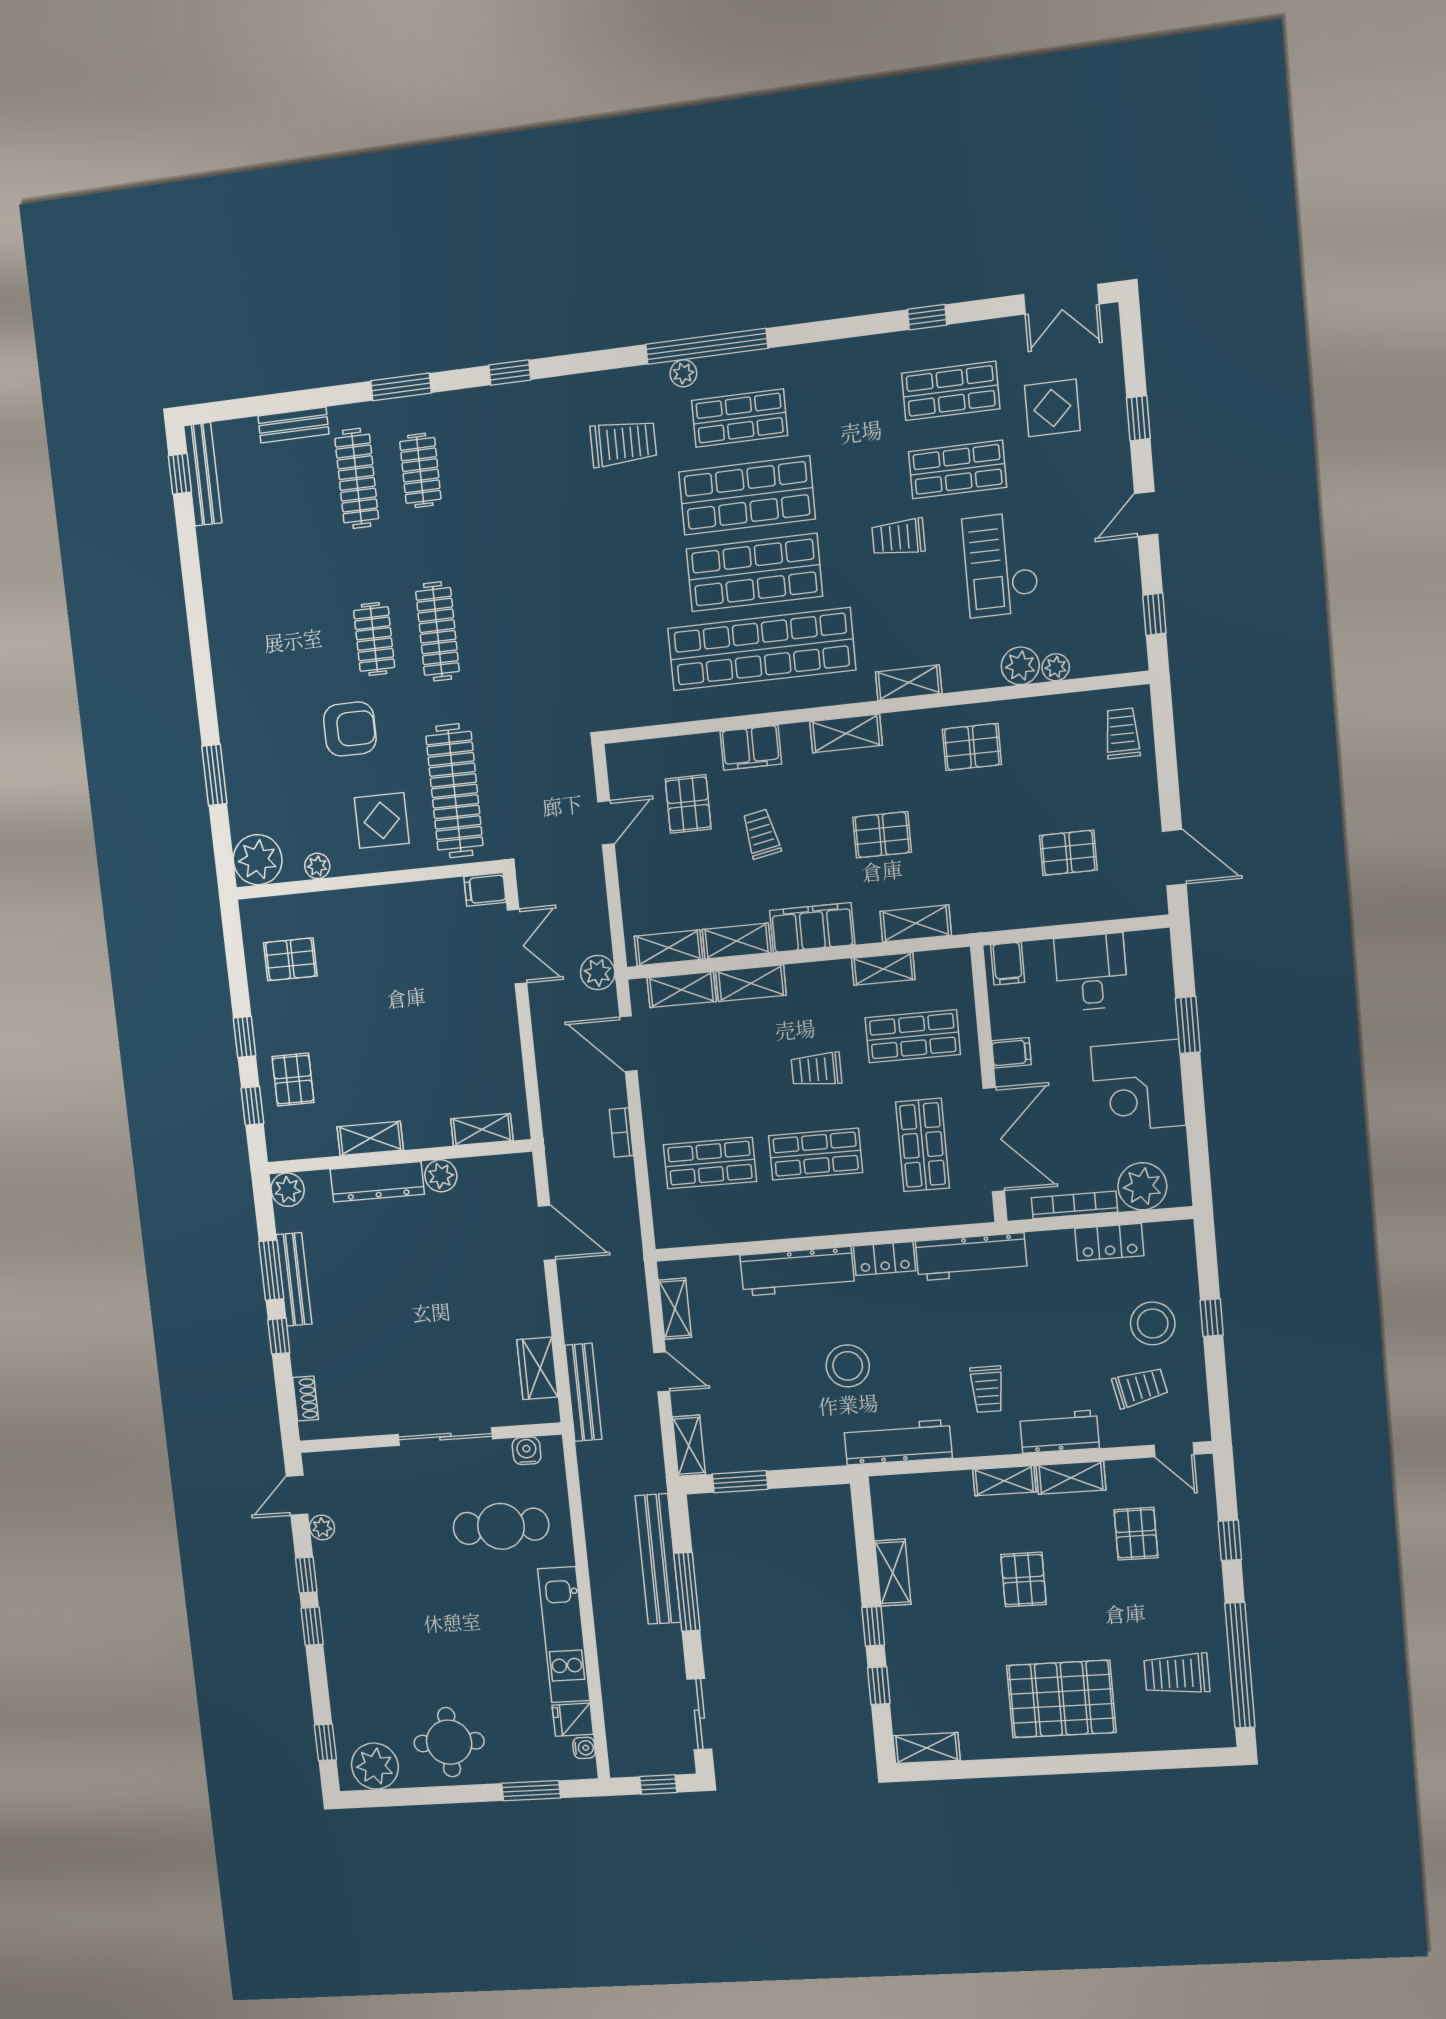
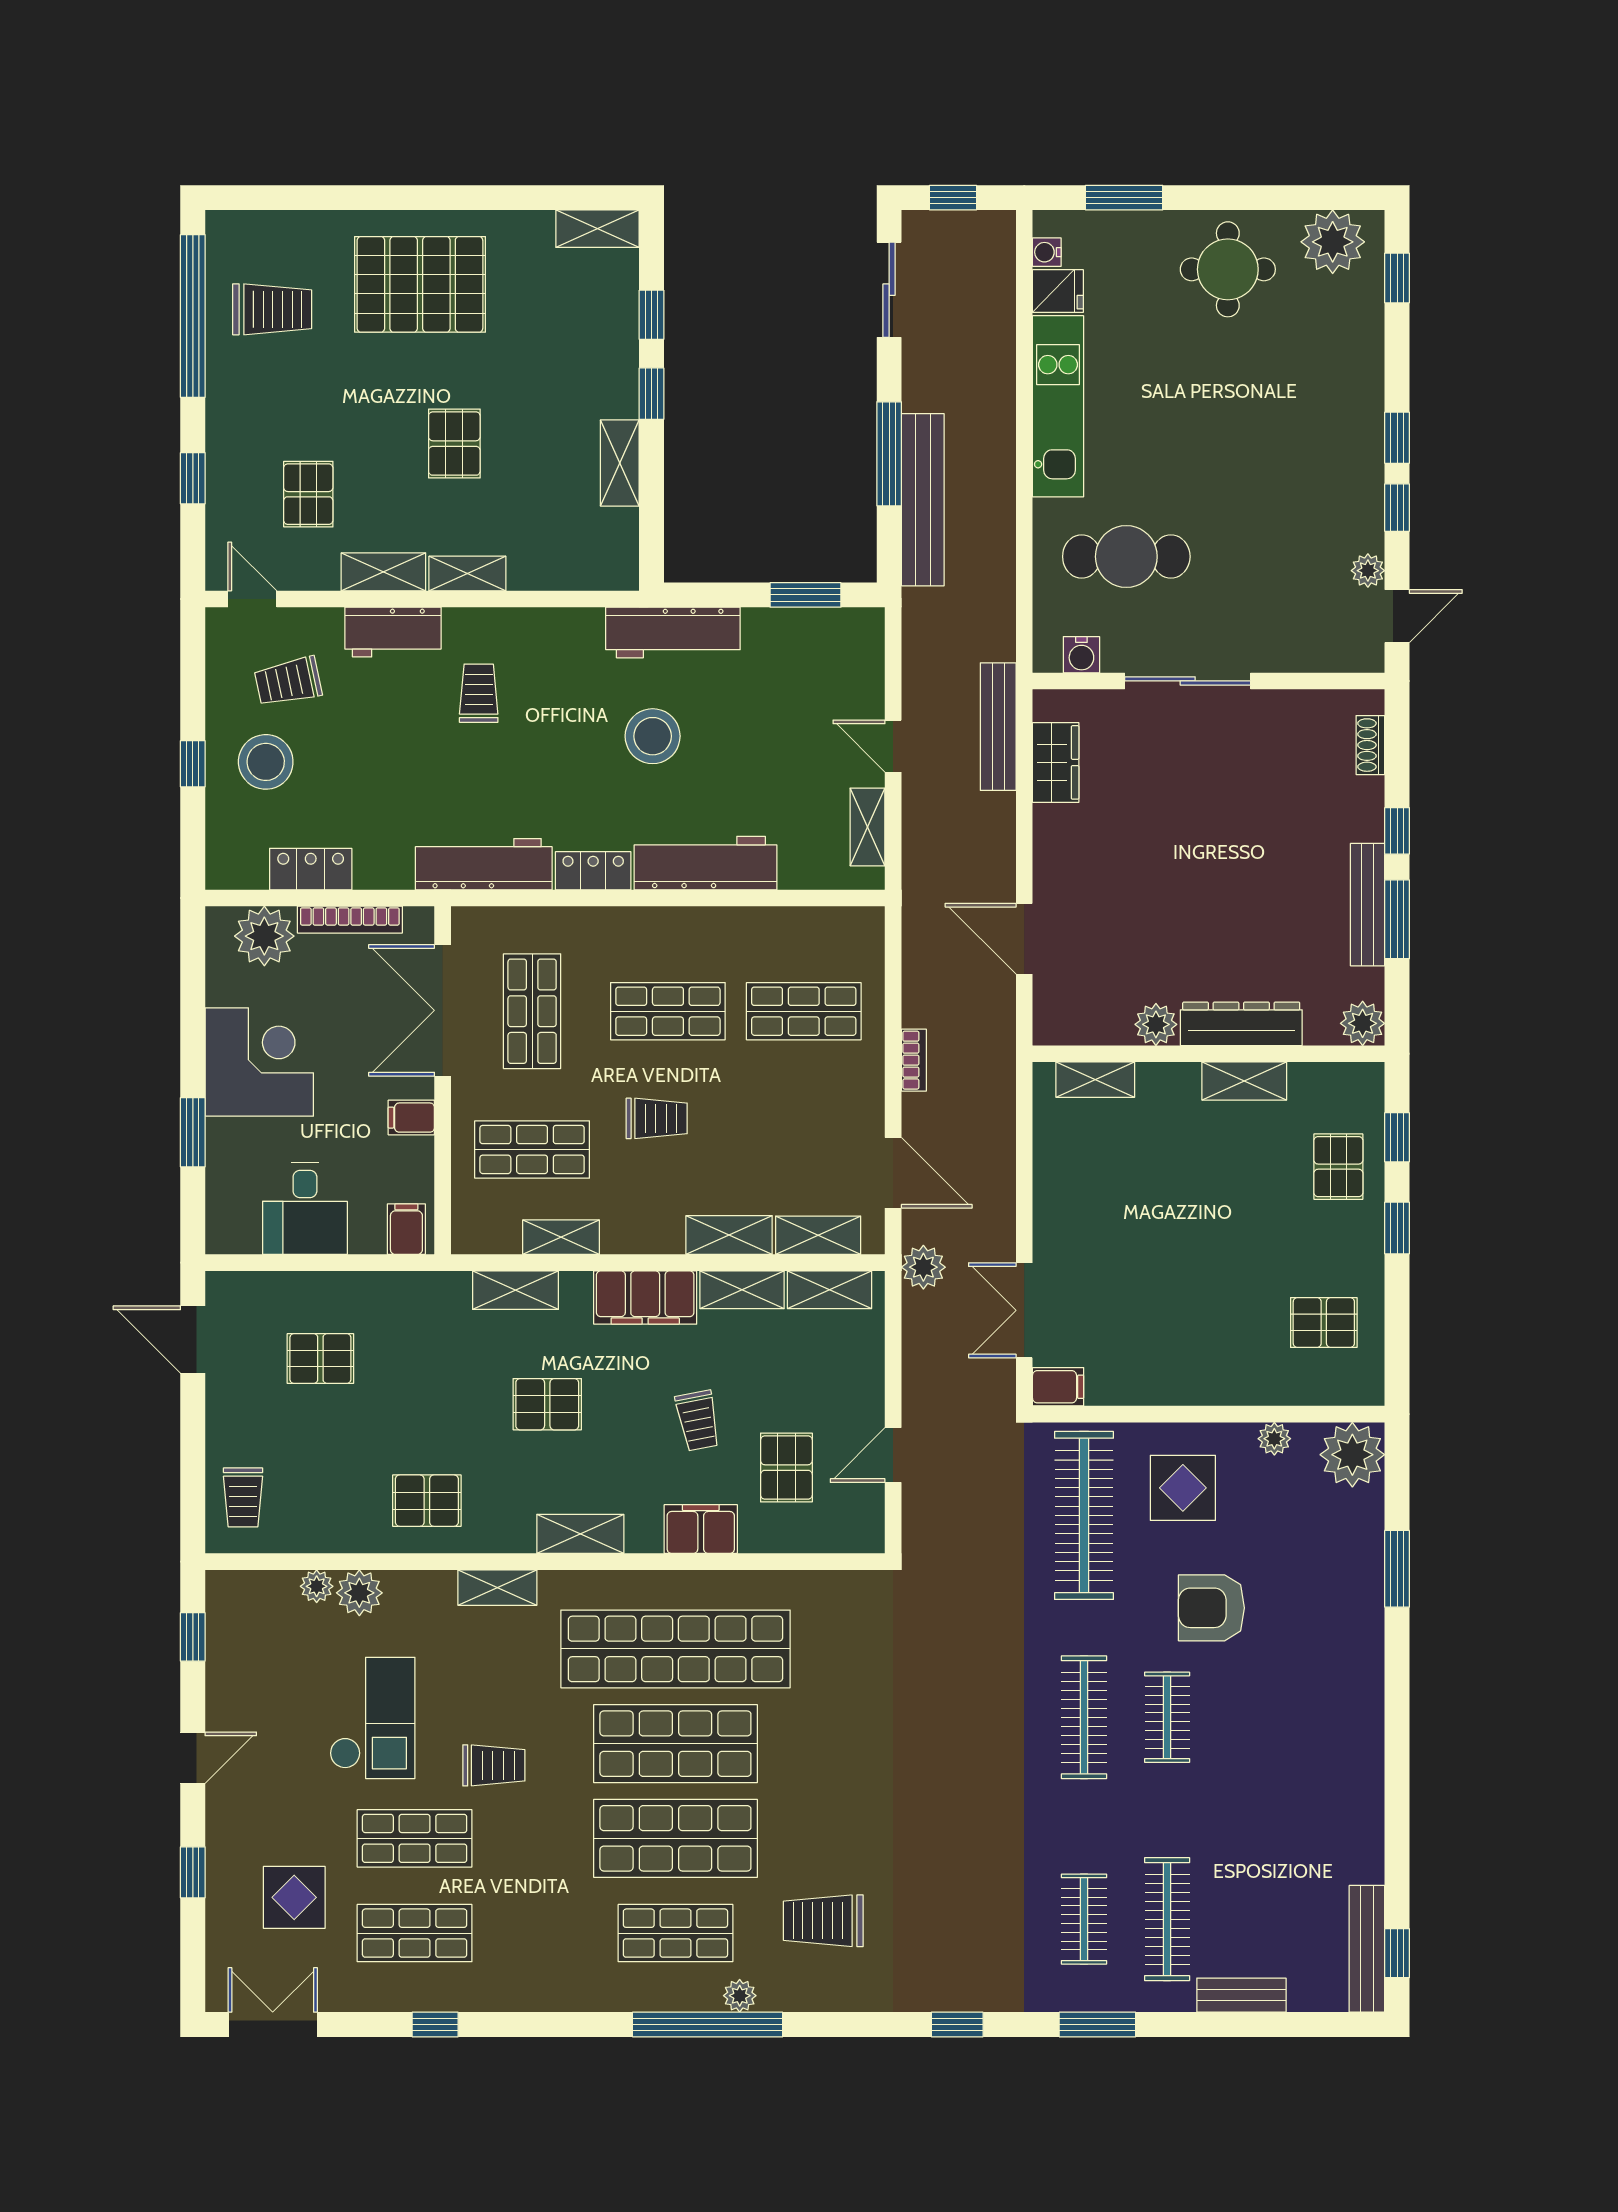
workbench: (898, 1442) -> (673, 633), moved
shelving: (689, 1446) -> (867, 647), removed

